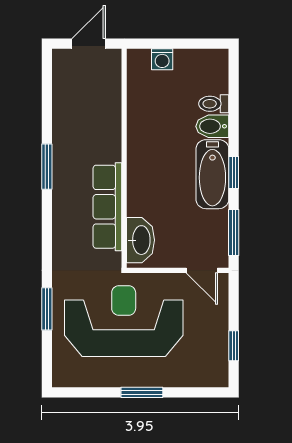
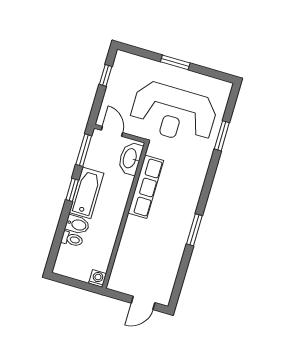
wall: (124, 158) -> (125, 216), moved
row of seats: (107, 207) -> (146, 187), moved
washbasin: (141, 240) -> (130, 158), moved

